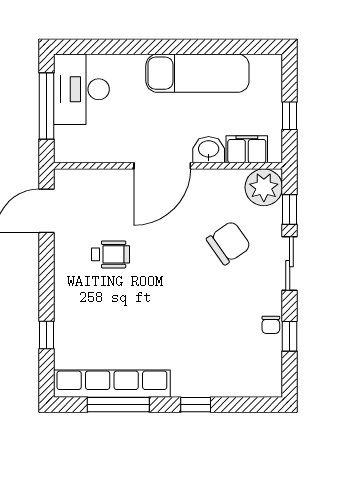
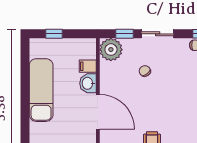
window: (290, 116) -> (54, 34), moved
filing cabinet: (247, 149) -> (88, 66), width x0.50
chair: (229, 243) -> (145, 71), width x0.54, depth x0.54

